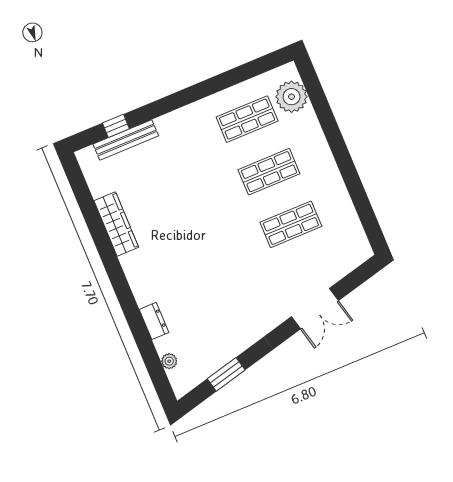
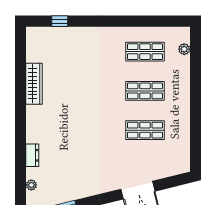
plant: (292, 97) -> (184, 49), width x0.53, depth x0.53
bench: (126, 140) -> (62, 33), removed

